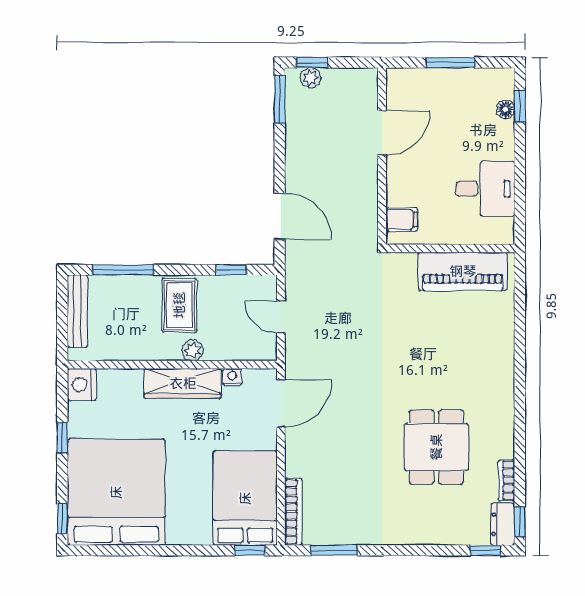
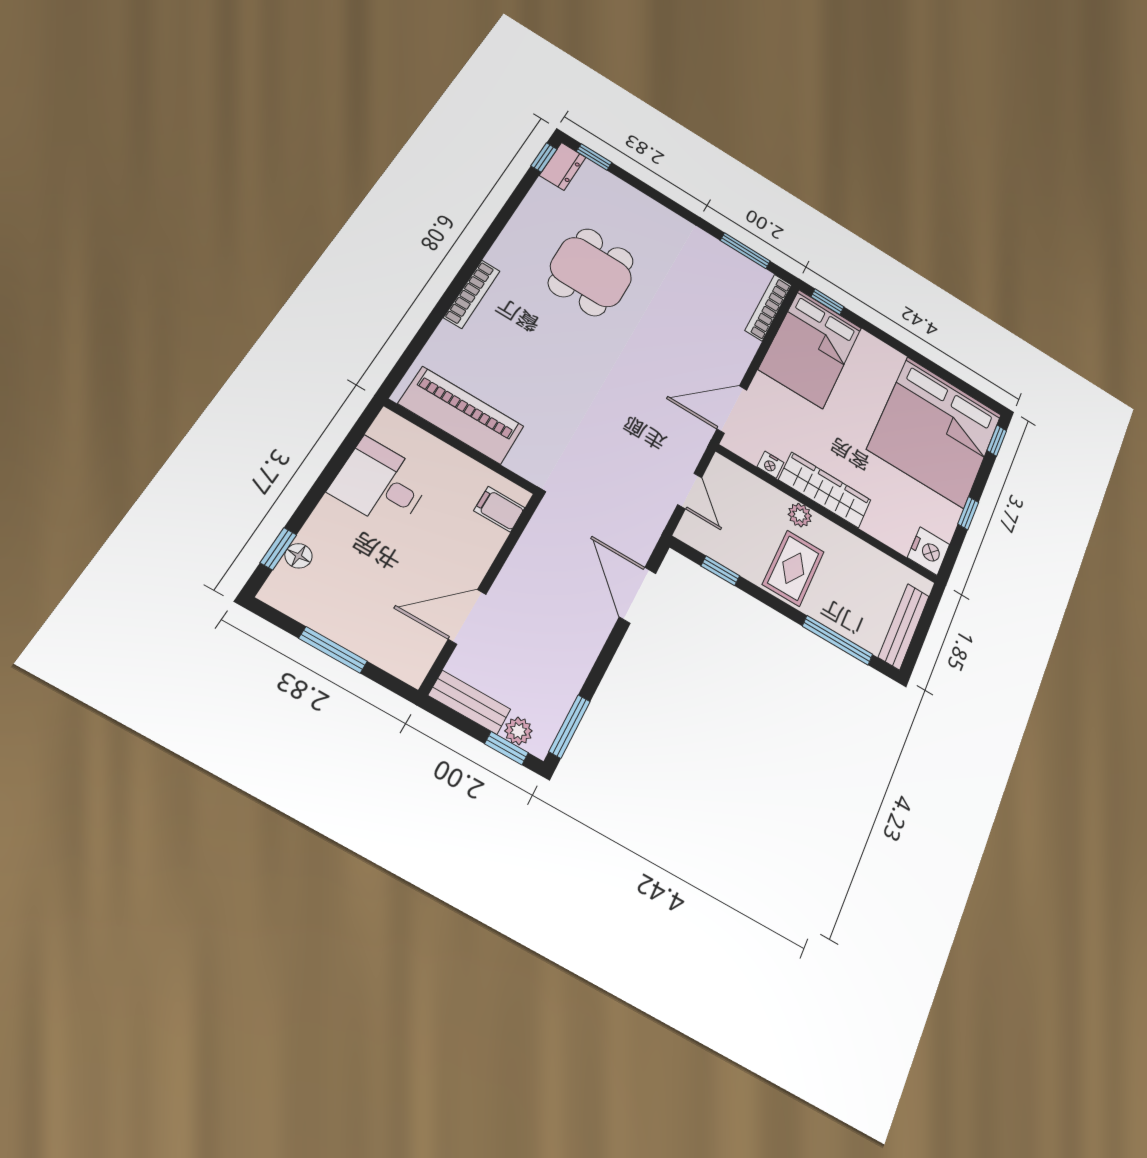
bench: (350, 78) -> (470, 702), added
bookcase: (506, 480) -> (472, 294), moved, width x1.56

